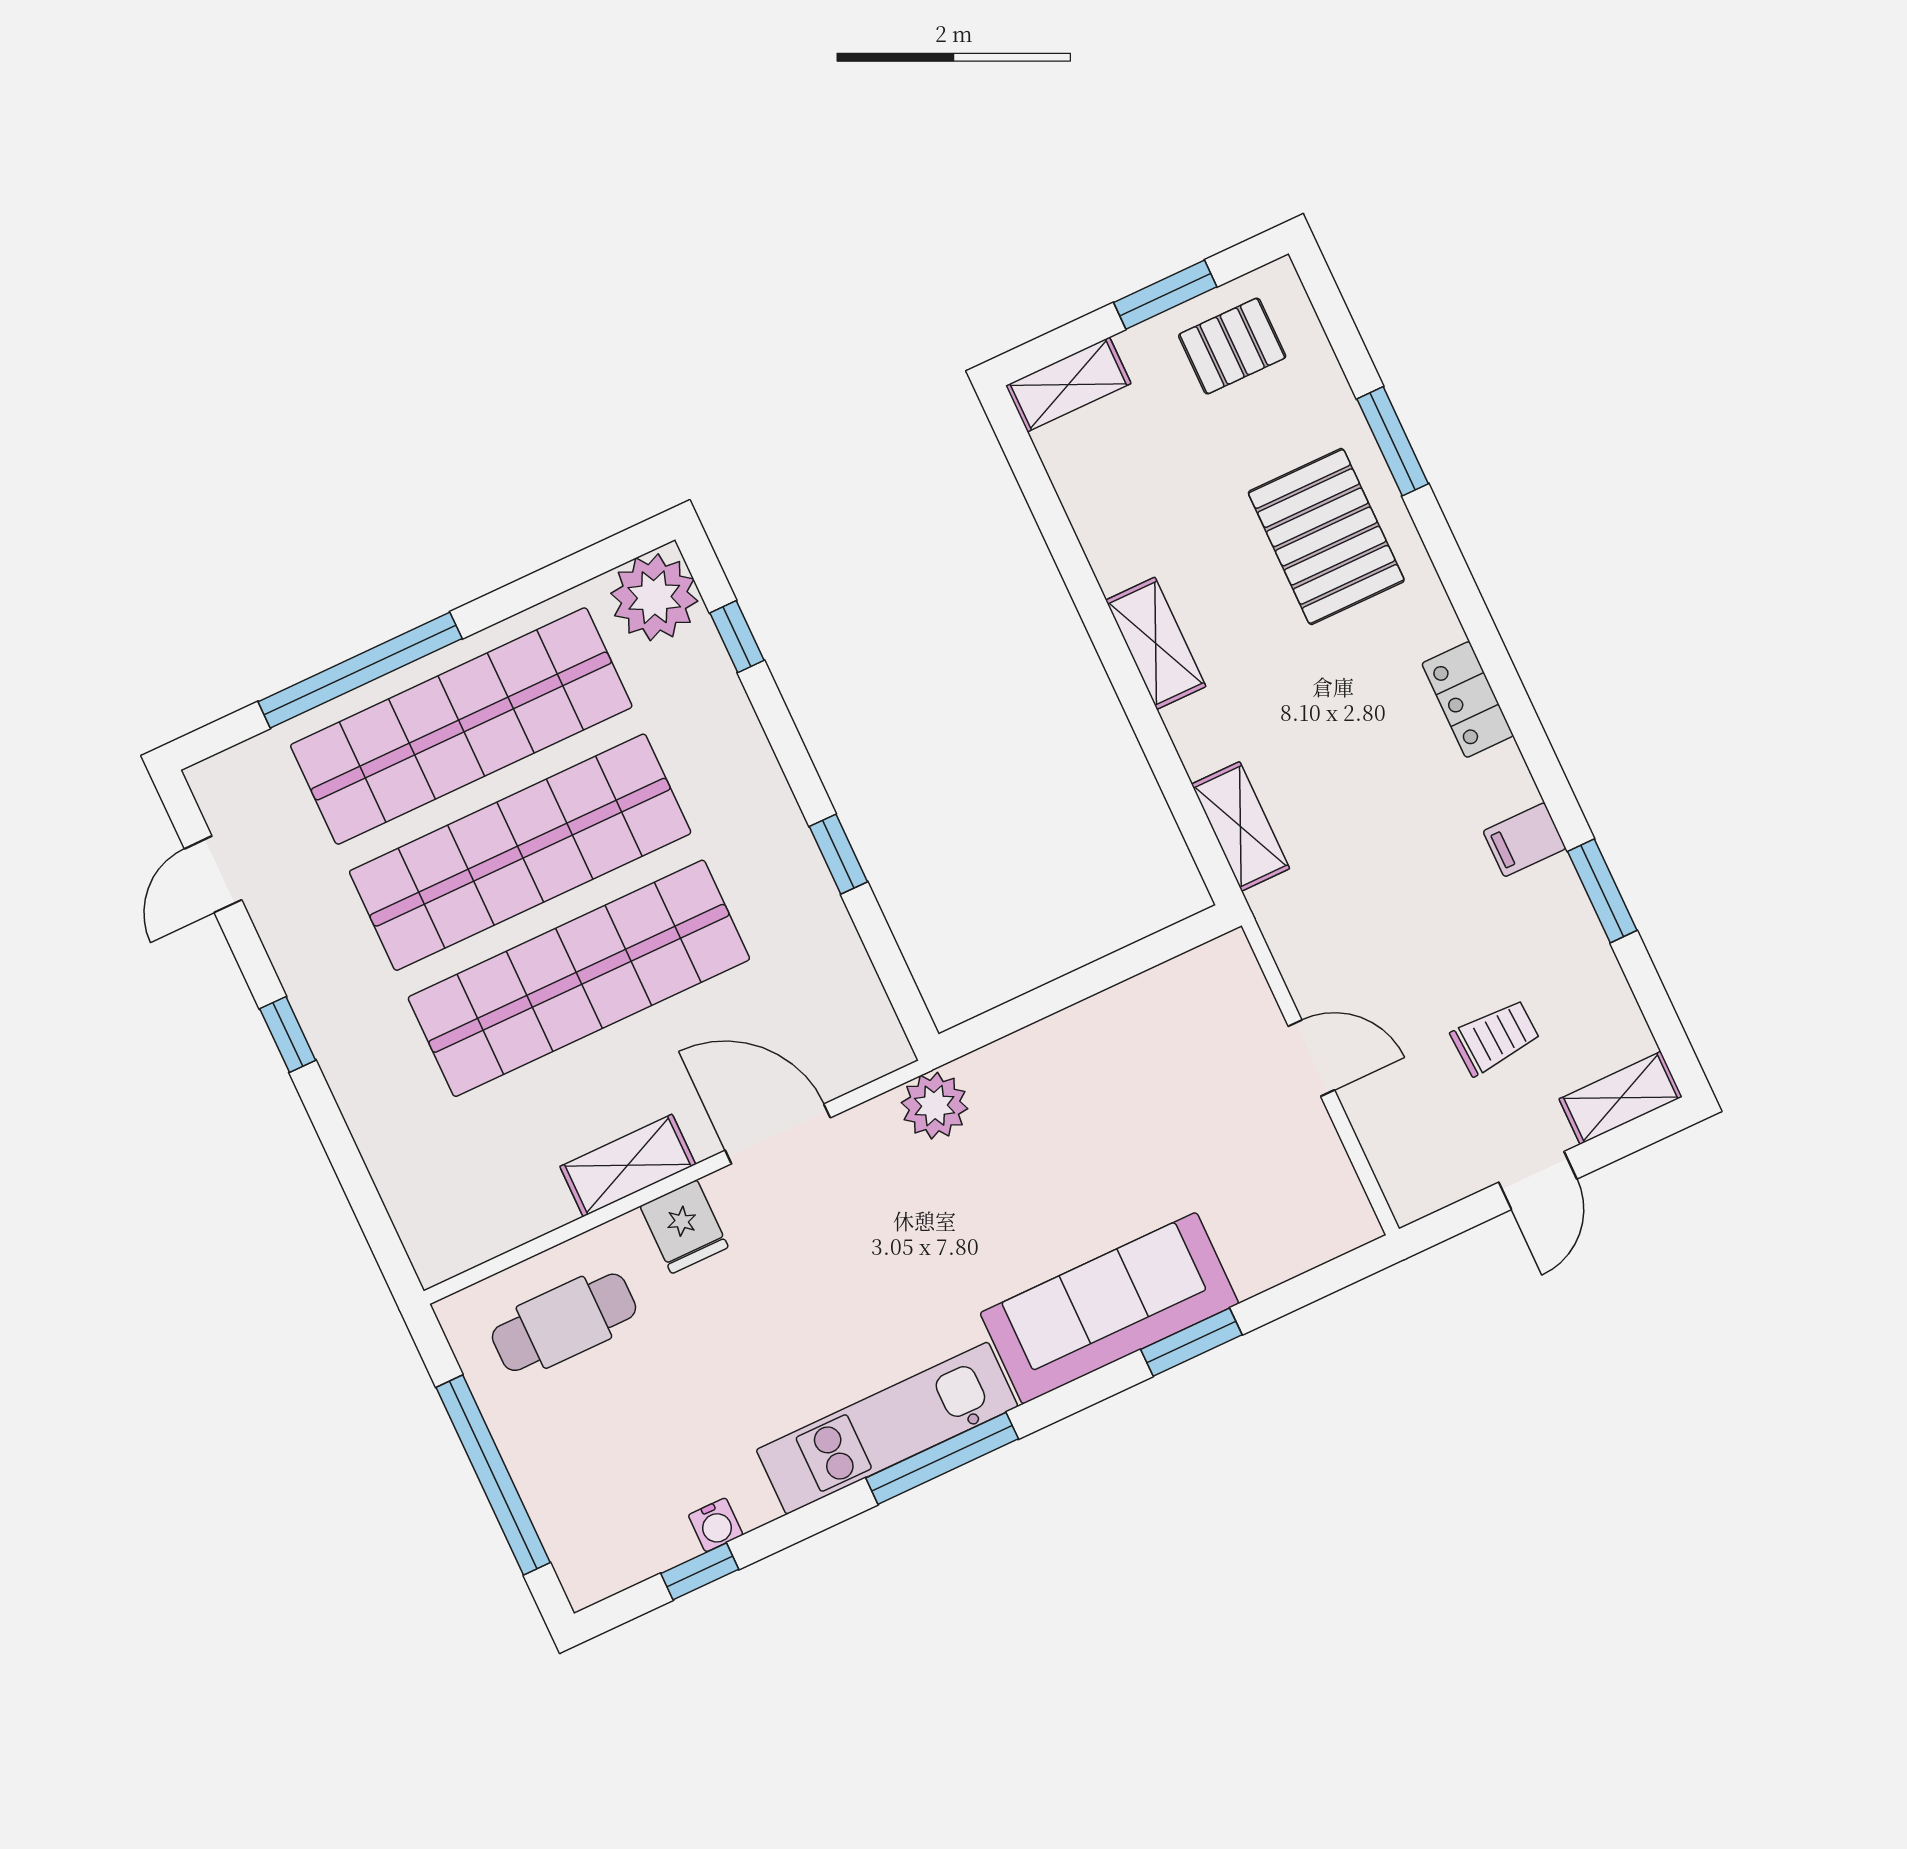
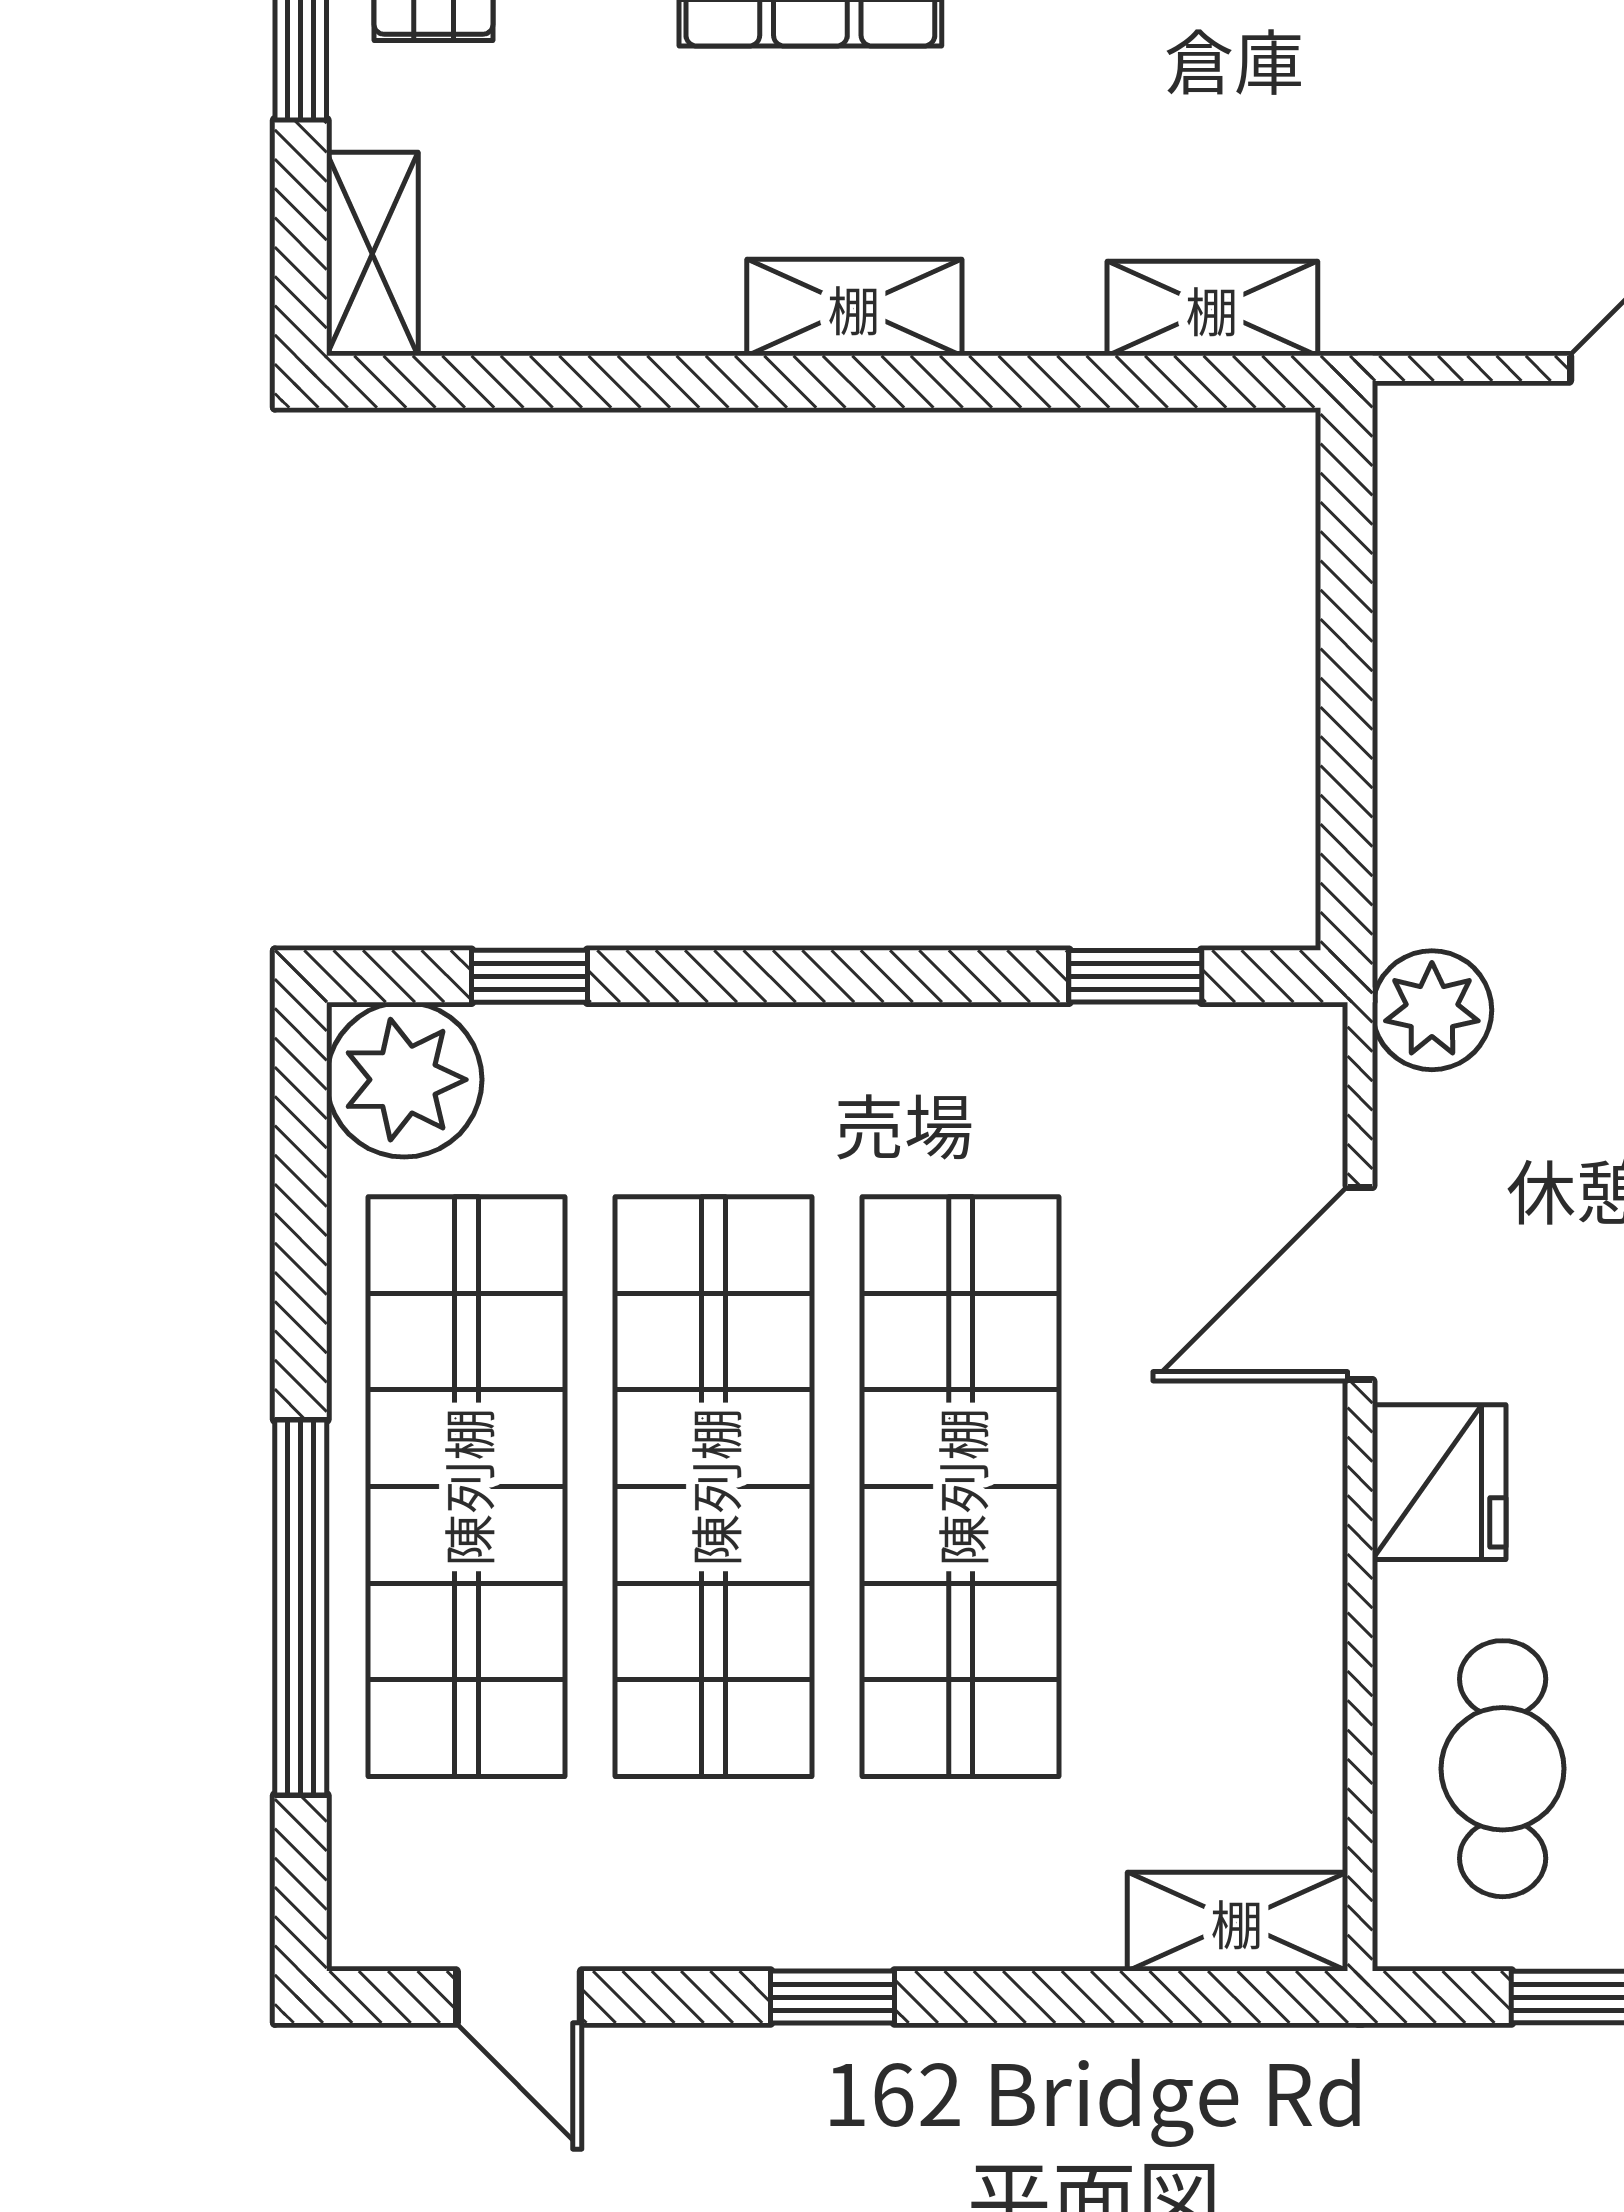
window: (838, 854) -> (1135, 976), moved
shelving: (628, 1165) -> (1237, 1922), moved, turned 90
fridge: (684, 1227) -> (1439, 1482), width x1.38

